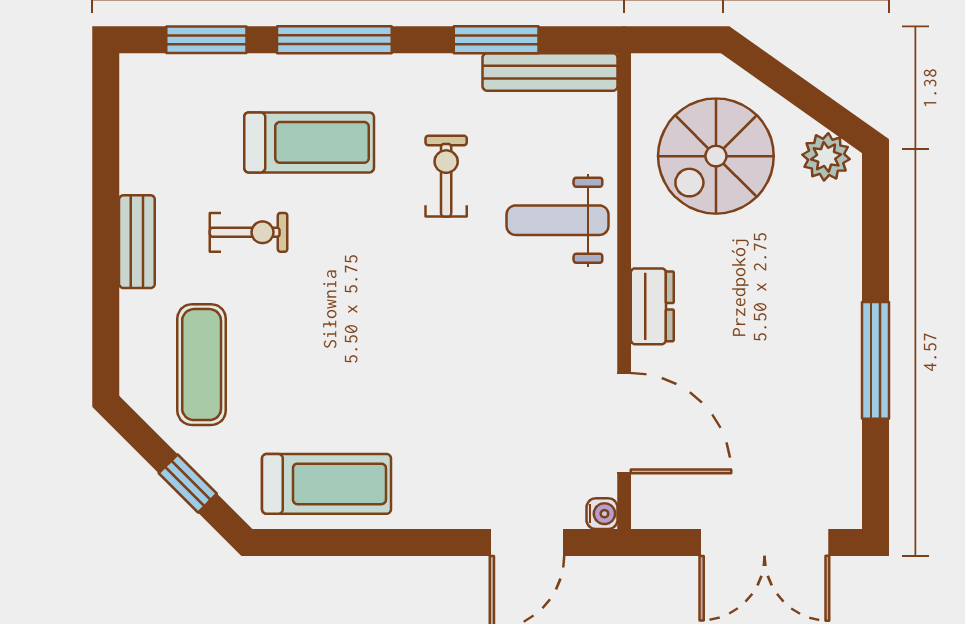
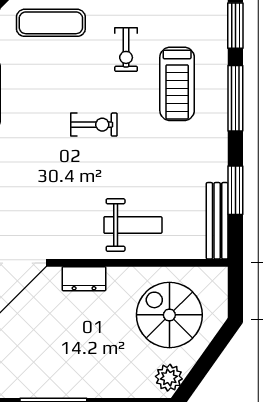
exercise bike: (446, 176) -> (94, 125), moved
weight bench: (557, 220) -> (133, 225), turned 90

